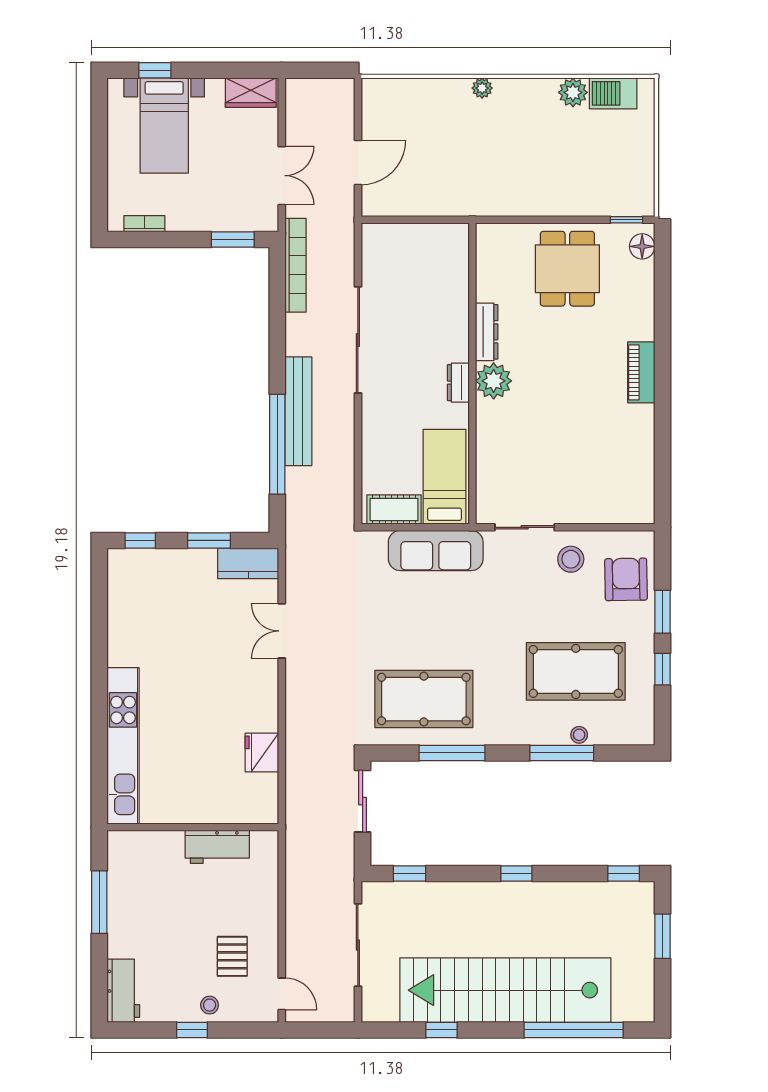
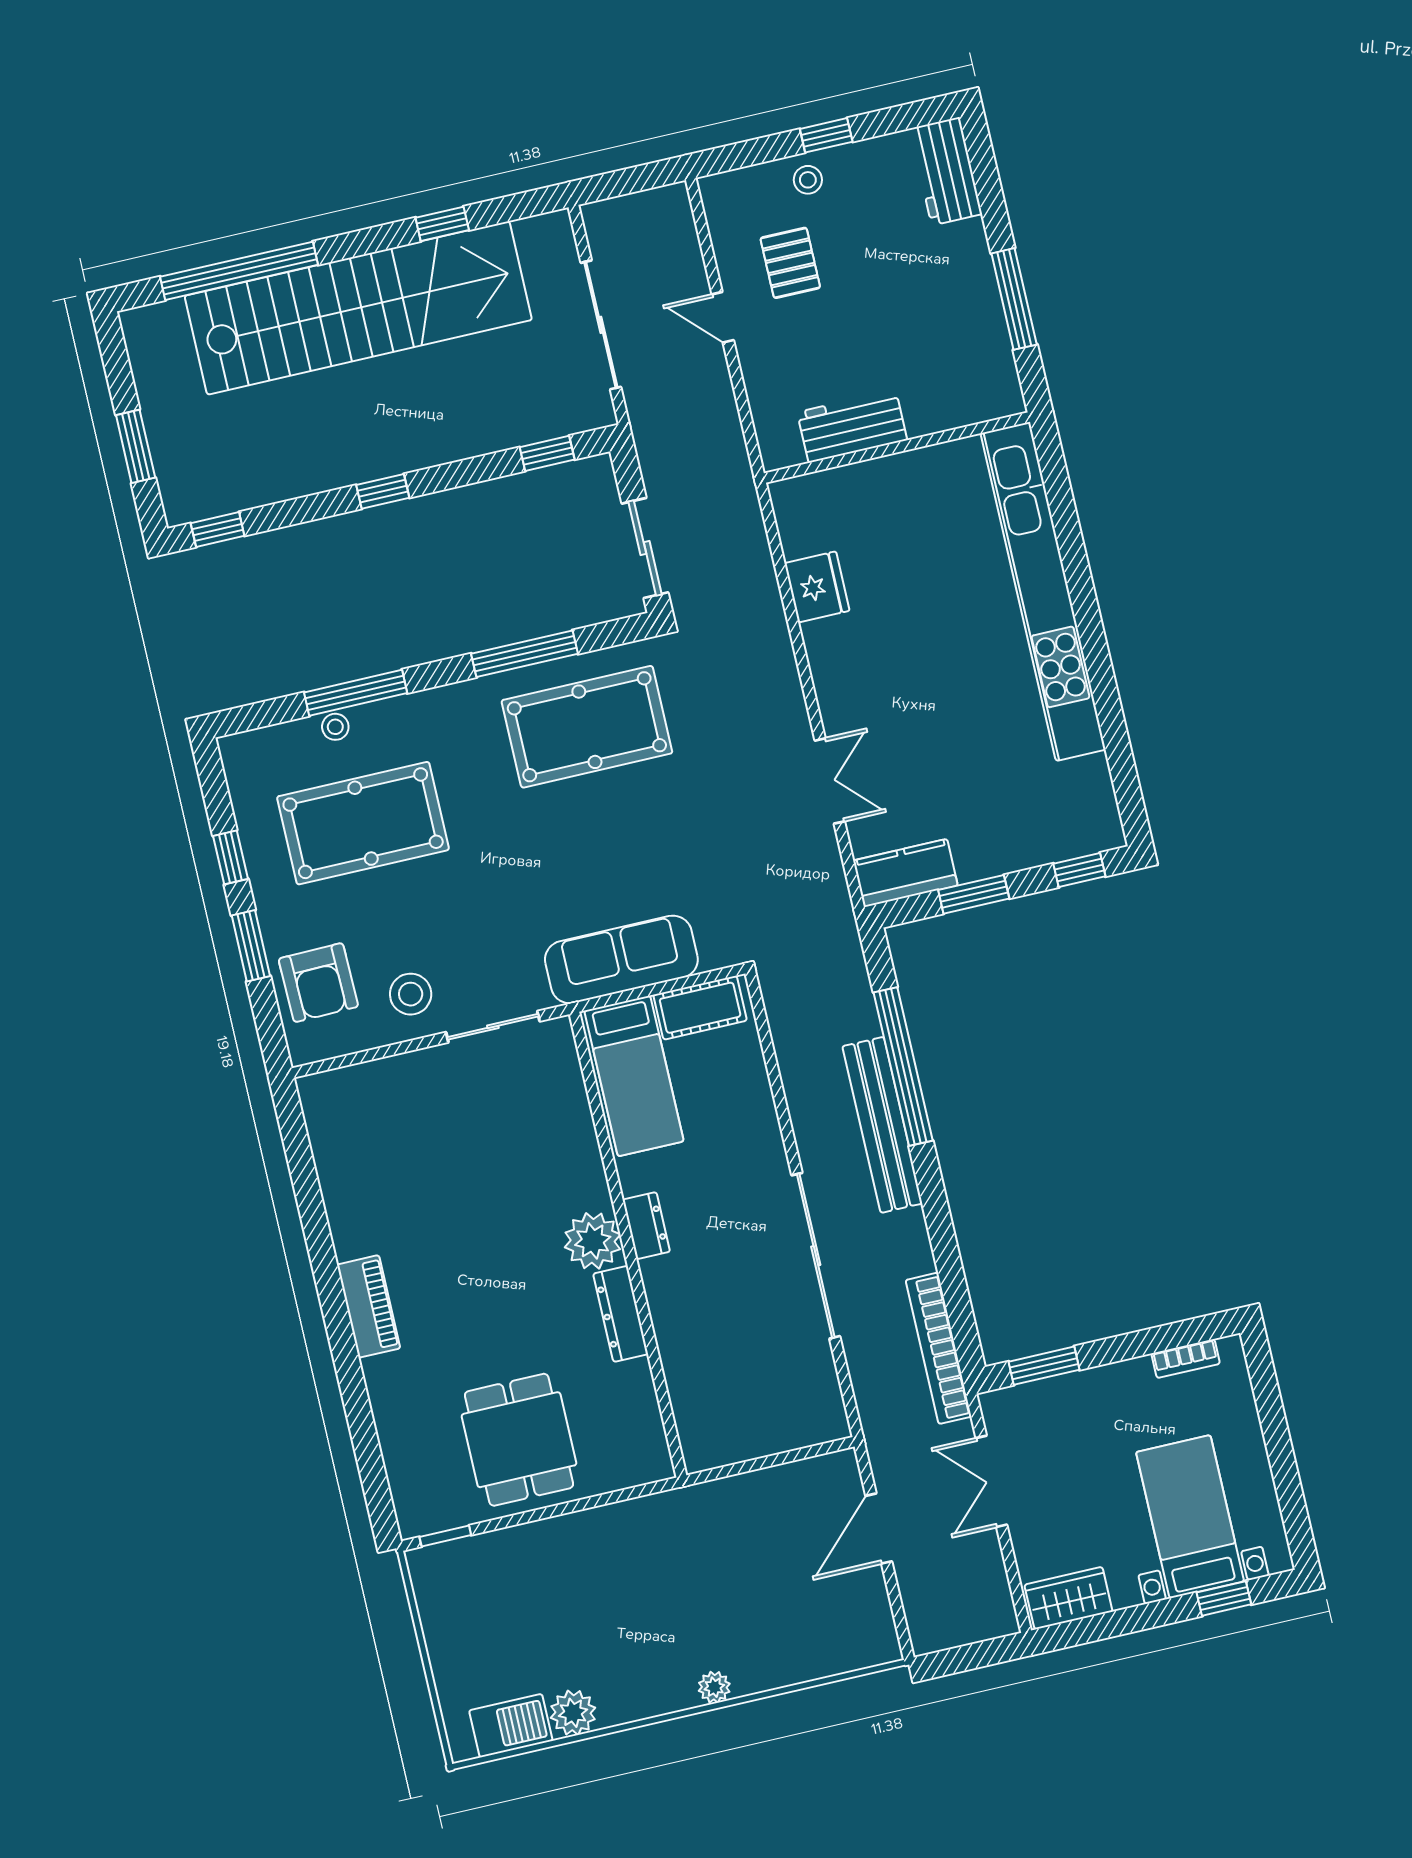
floor lamp: (642, 246) -> (412, 1501), removed
kitchen unit: (123, 746) -> (1043, 591), width x1.36
door: (282, 994) -> (723, 317), moved

